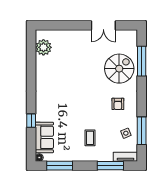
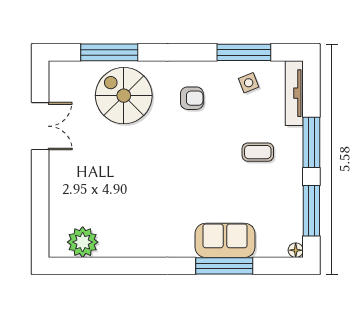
window: (31, 121) -> (224, 266), width x2.17
sofa: (44, 137) -> (225, 240), moved
tv unit: (125, 157) -> (294, 93), width x1.41
window: (110, 166) -> (311, 142), moved

